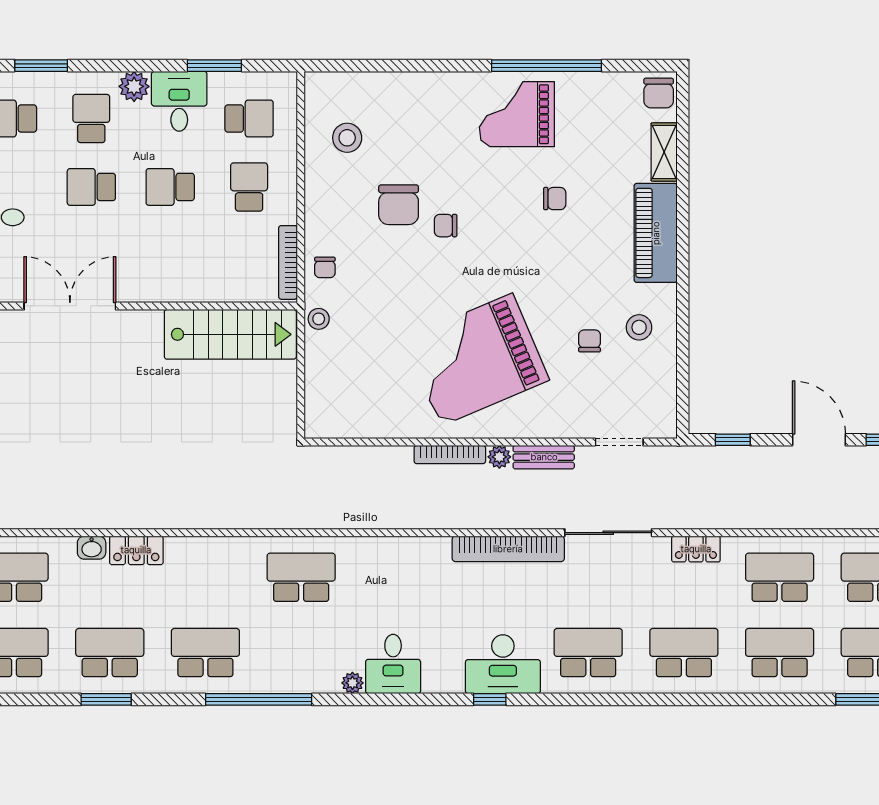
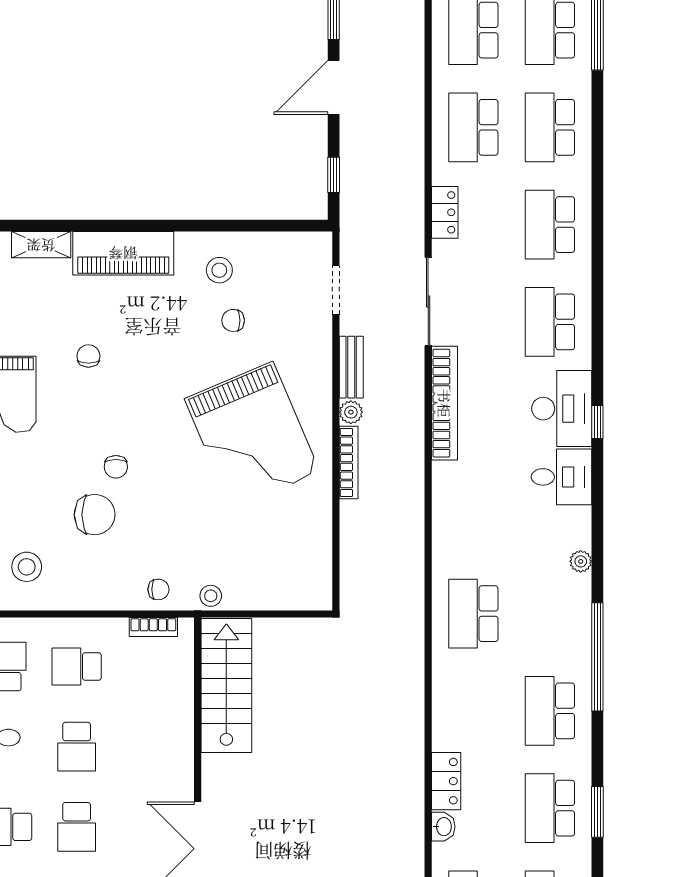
bookcase: (288, 262) -> (153, 627), width x0.64
desk: (393, 664) -> (562, 477), moved

